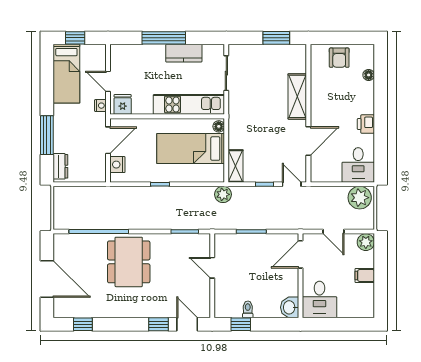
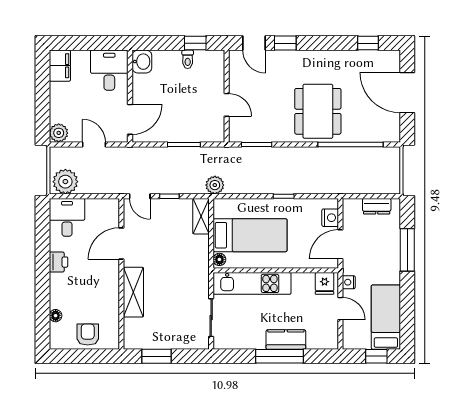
kitchen counter: (184, 53) -> (286, 339), moved
dresser: (60, 166) -> (377, 206), moved, turned -90
filing cabinet: (365, 276) -> (60, 66), moved, width x2.00

